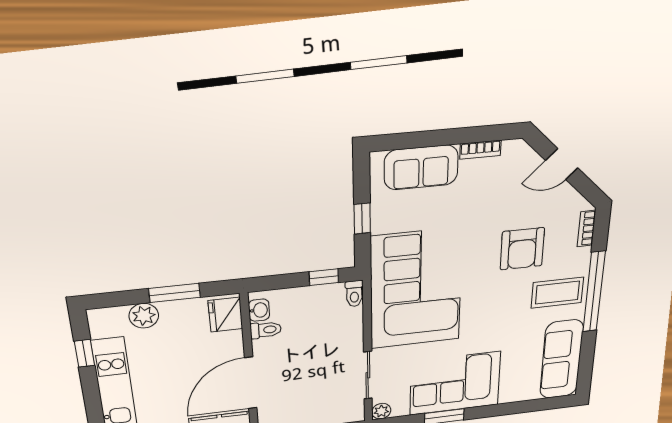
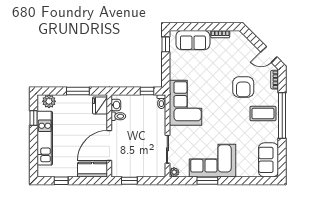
door: (562, 164) -> (269, 54), moved
window: (362, 219) -> (166, 44), moved
corner sofa: (416, 289) -> (186, 103), width x0.73, depth x0.74
plant: (144, 316) -> (49, 101), moved
sofa: (561, 359) -> (268, 160), width x0.73

